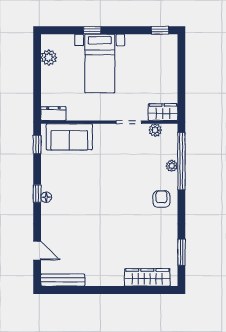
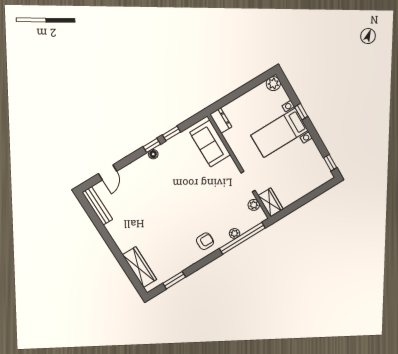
plant: (49, 57) -> (273, 84), moved
window: (37, 144) -> (172, 133), moved

